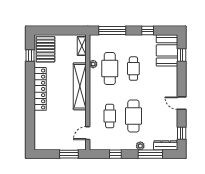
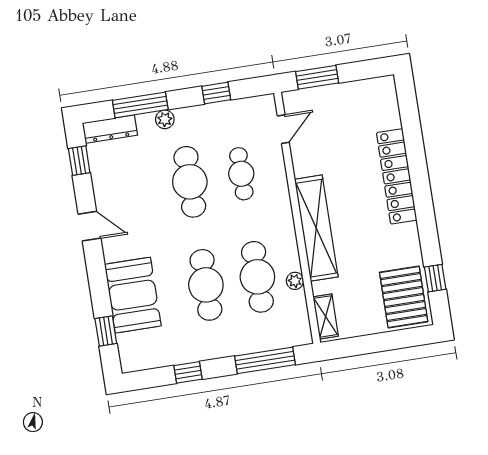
booth: (167, 50) -> (133, 295), moved
cafe table: (133, 69) -> (206, 285), width x1.37, depth x1.35
locker: (40, 89) -> (397, 176), moved

